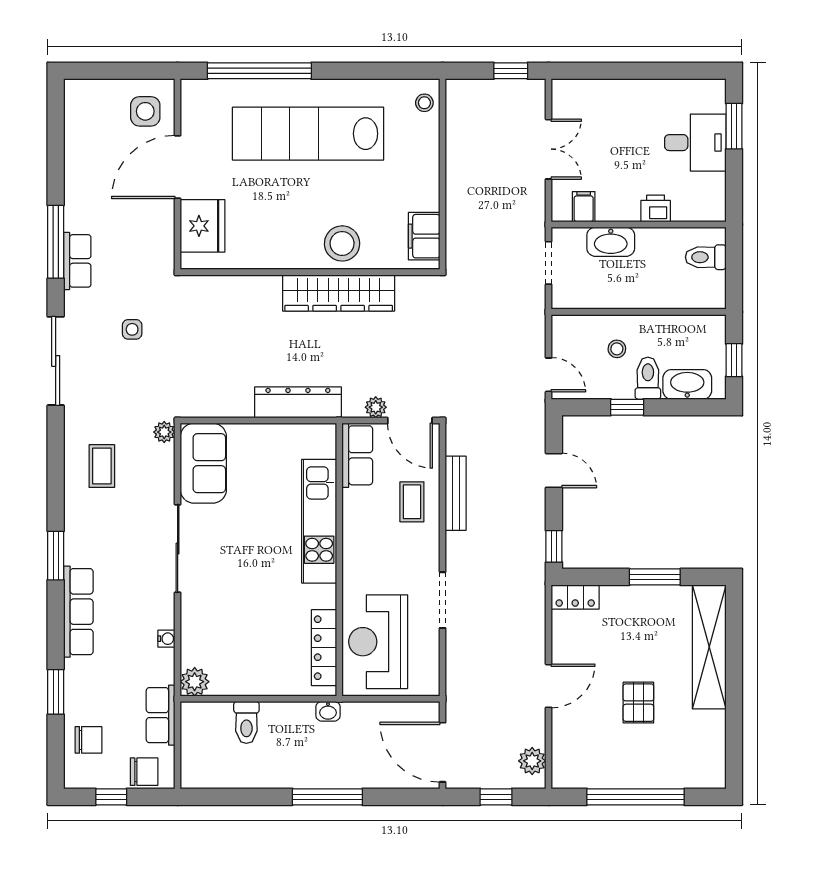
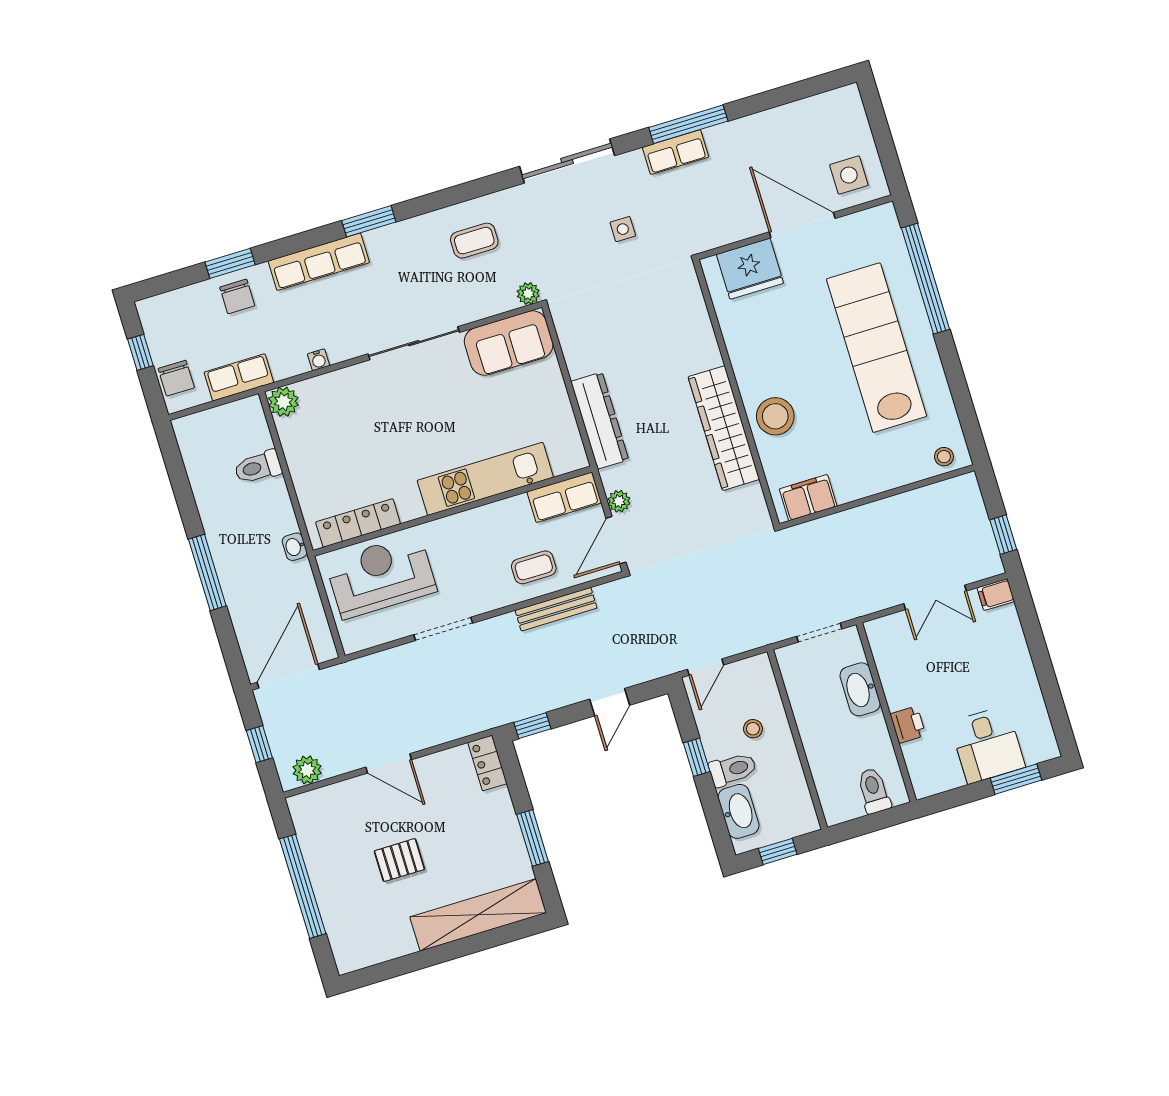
filing cabinet: (584, 207) -> (996, 594), moved, turned 180
chair: (89, 740) -> (237, 296), moved

